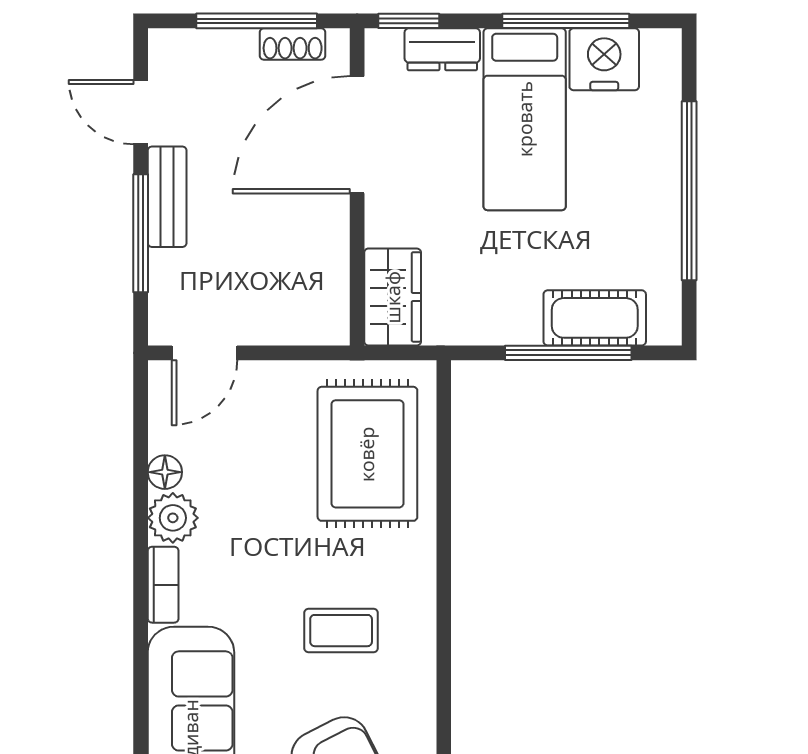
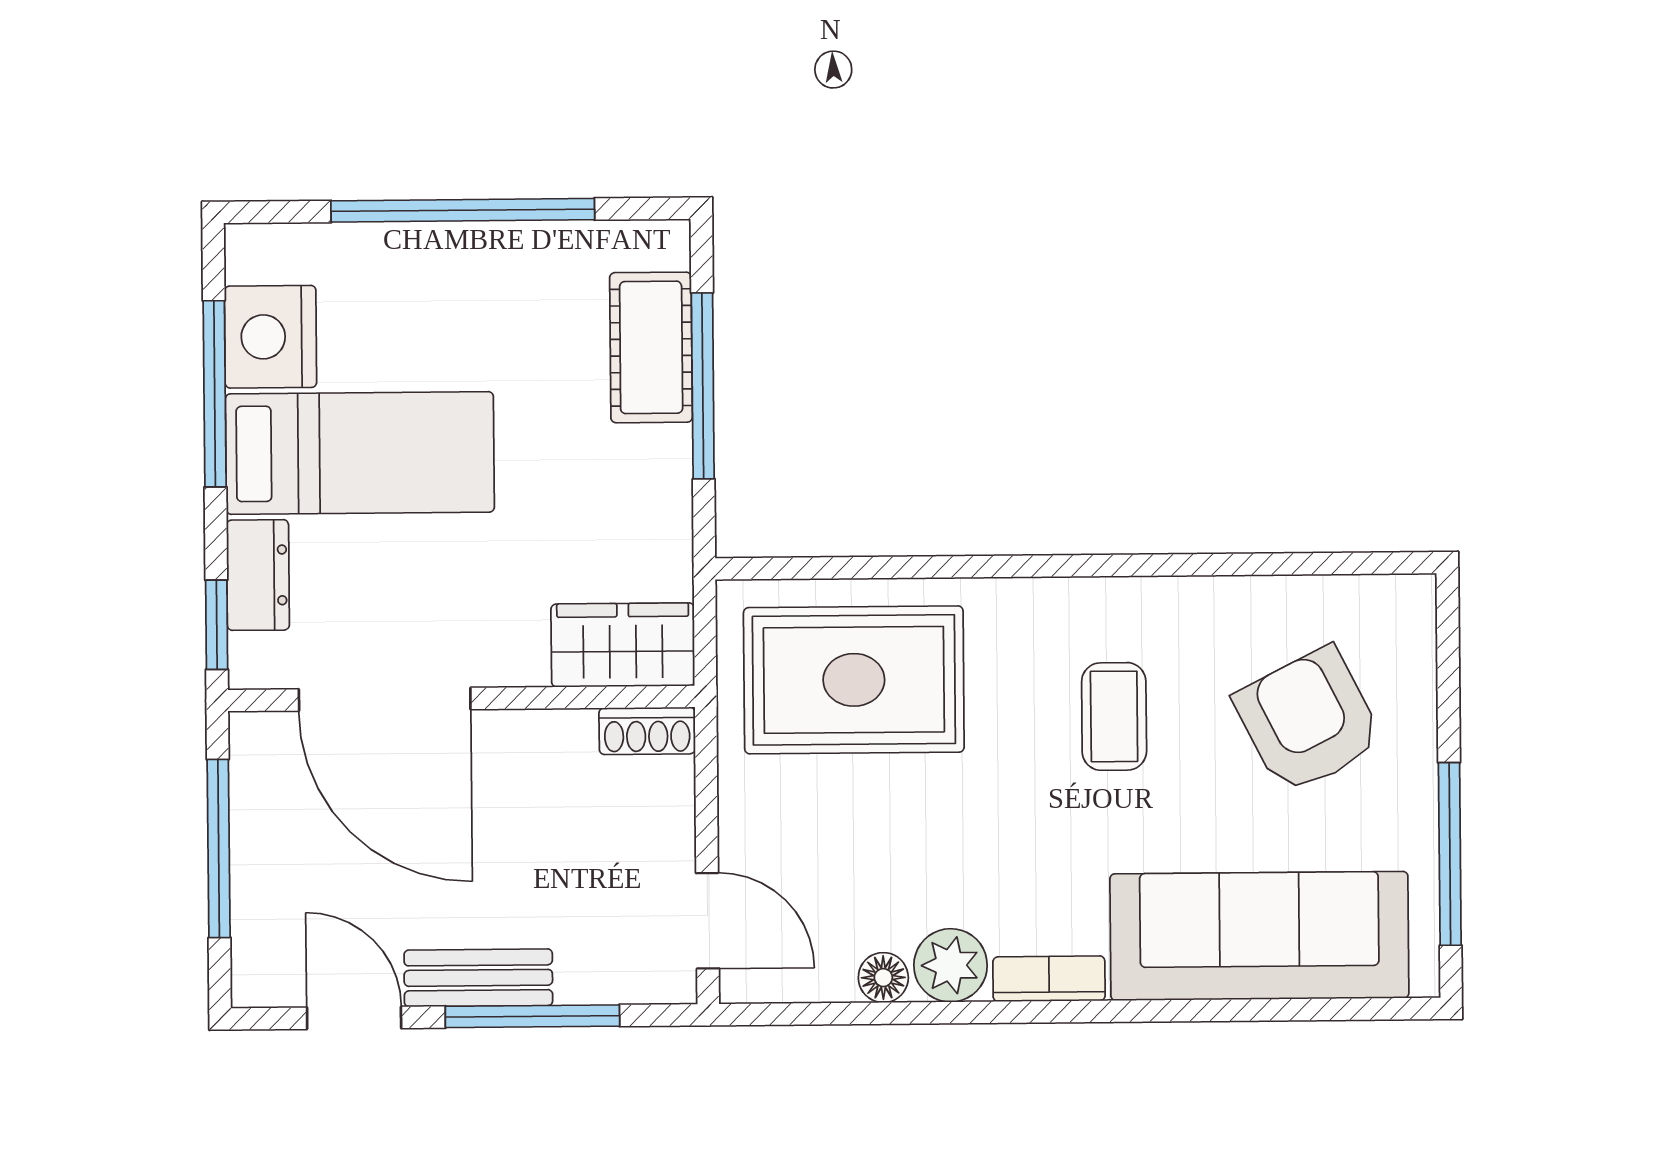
shoe rack: (293, 44) -> (647, 731), moved, turned 90
door: (141, 112) -> (354, 1018), swing flipped

